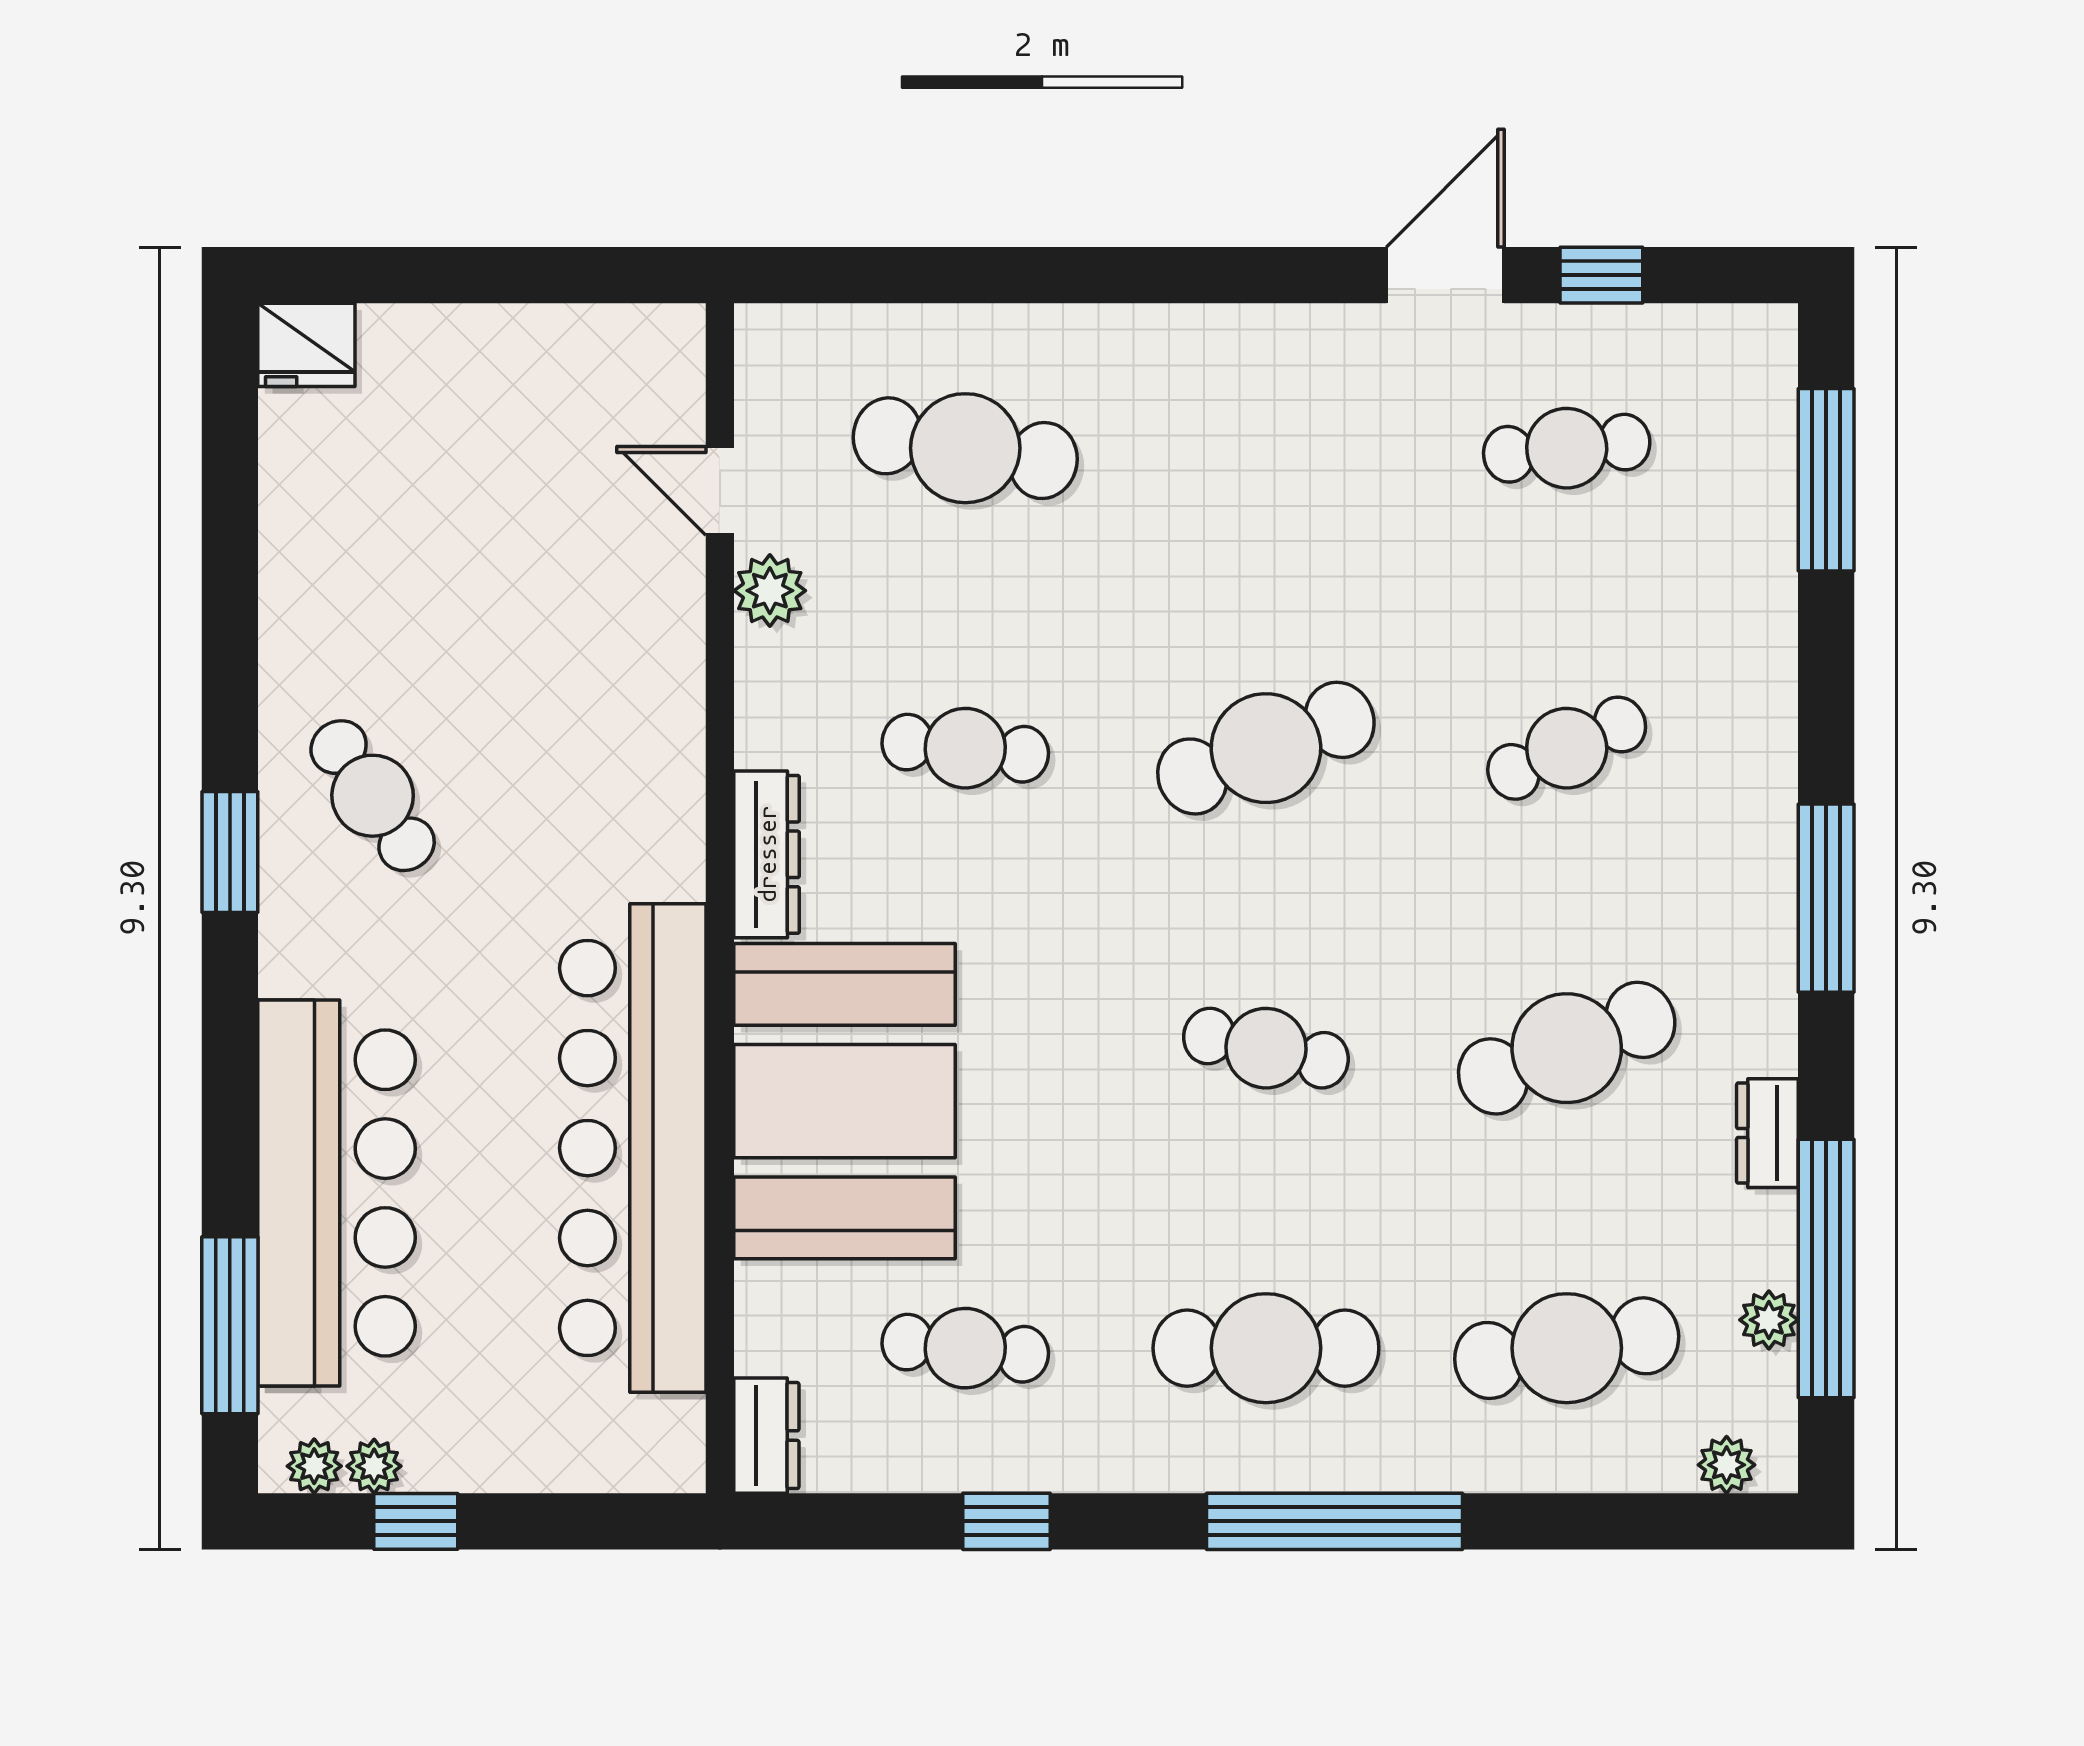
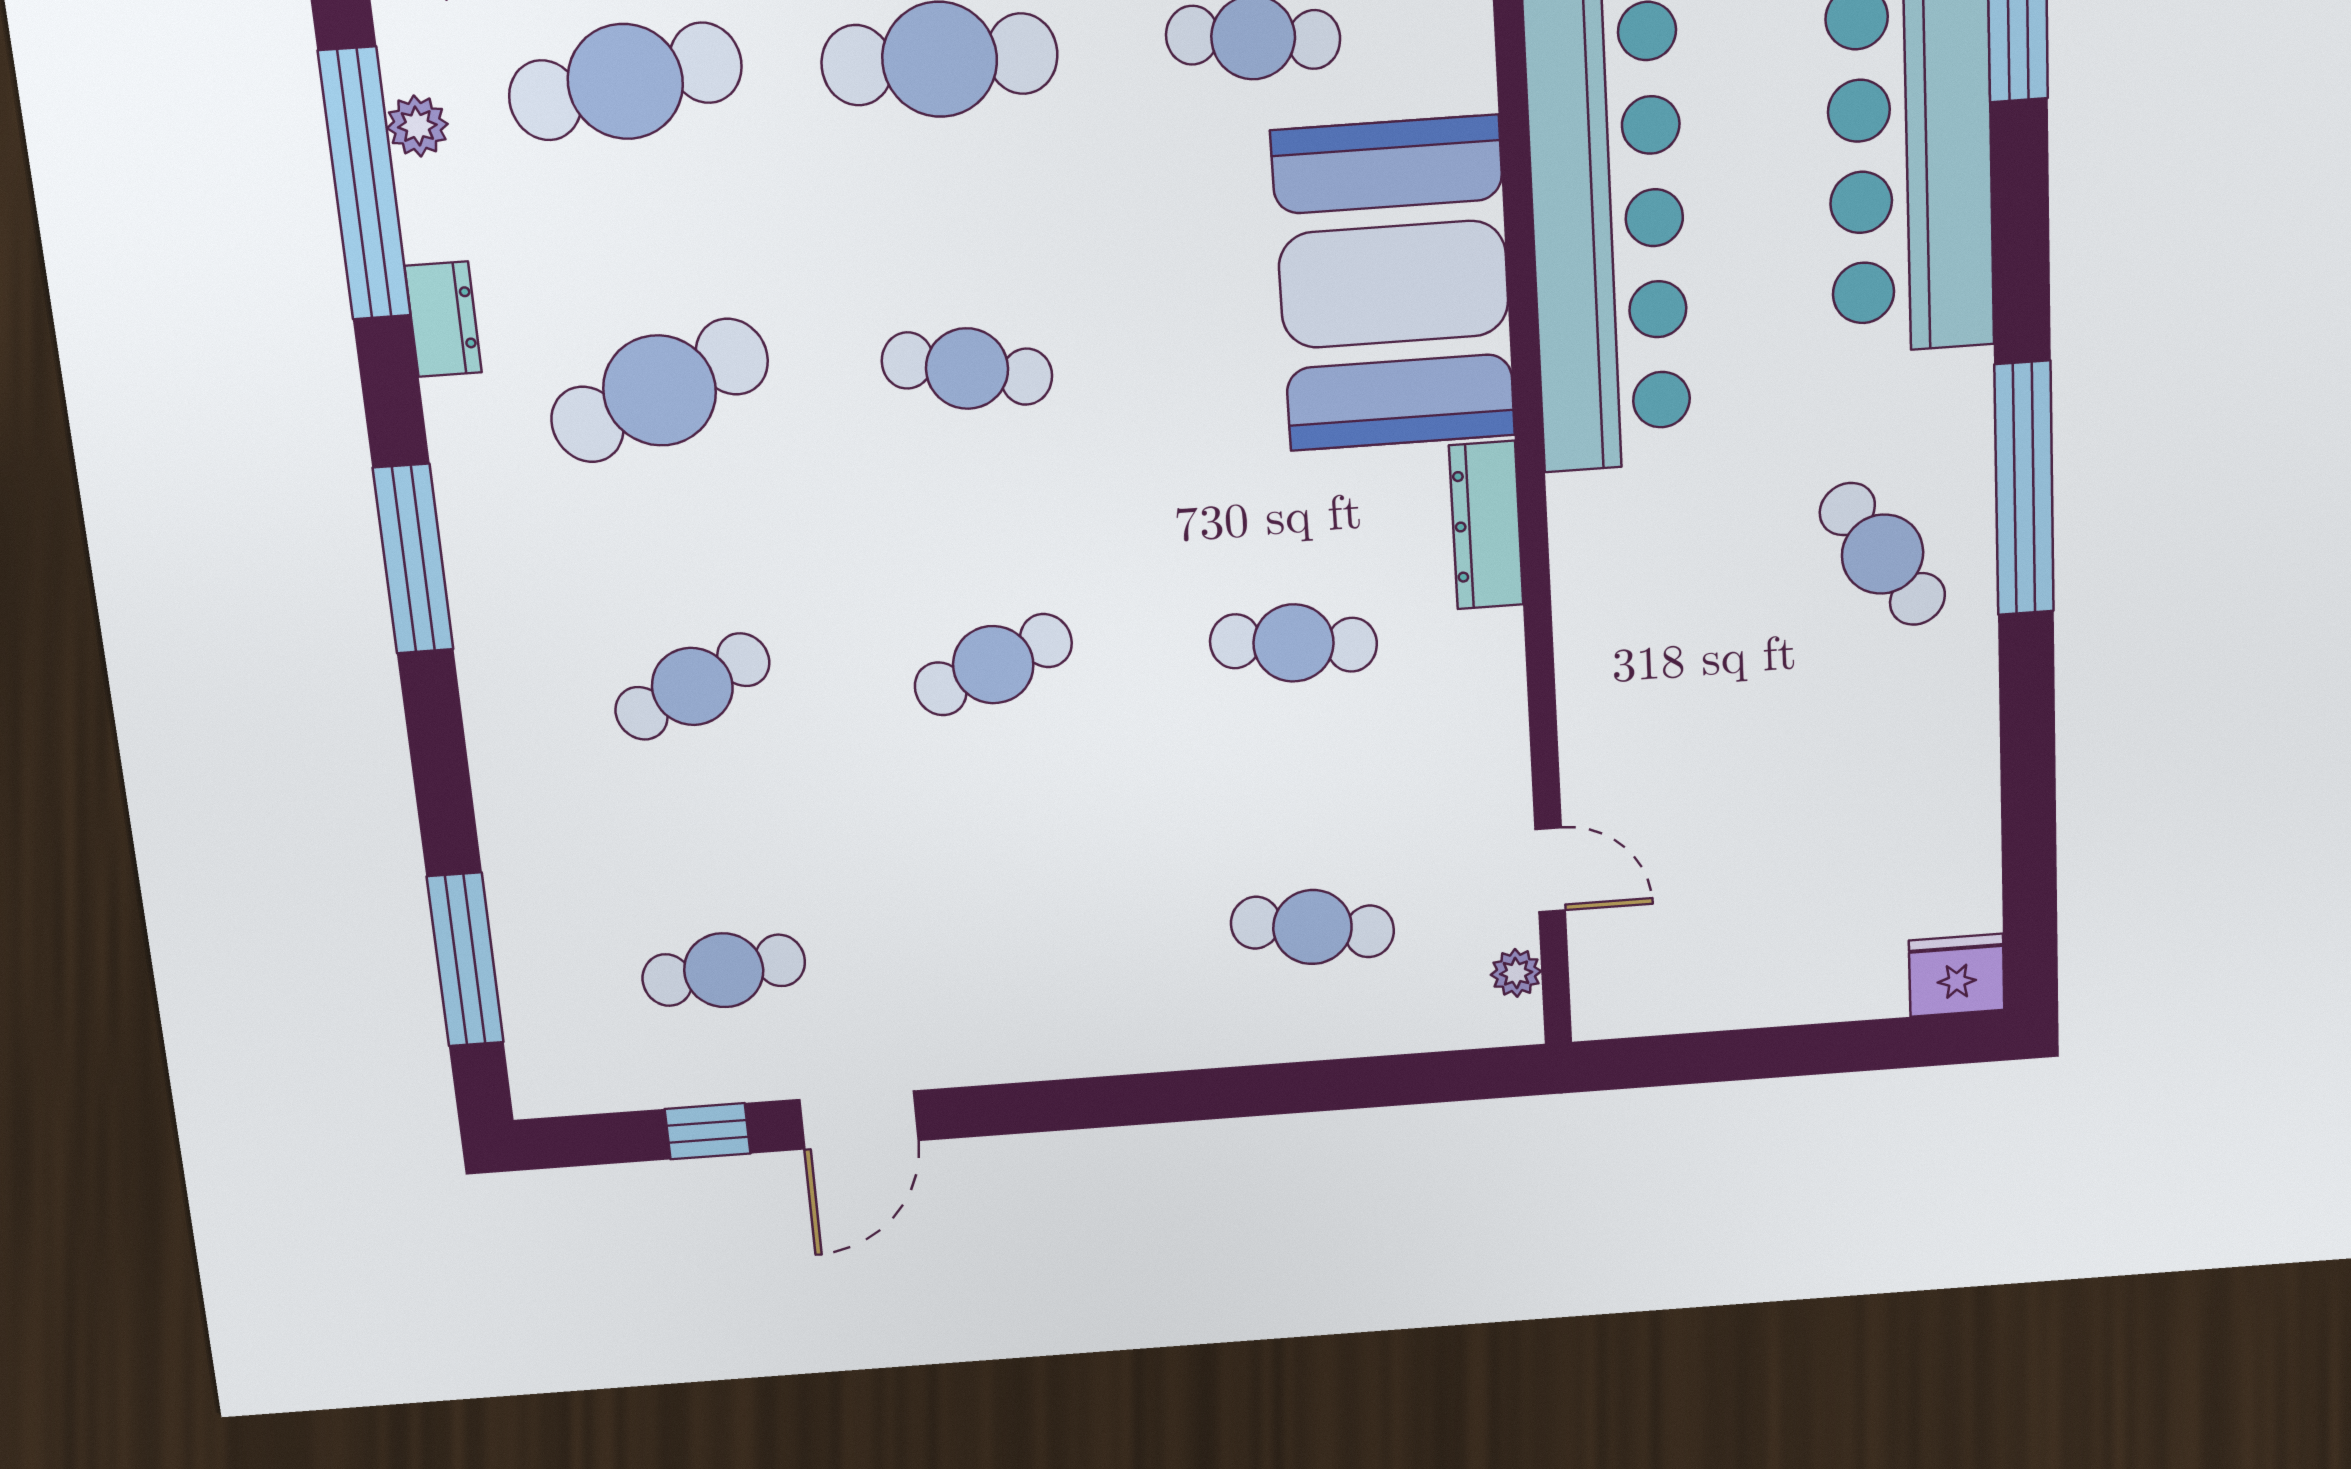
cafe table: (965, 448) -> (1312, 927), width x0.73, depth x0.74
plant: (770, 591) -> (1516, 973), moved, width x0.73, depth x0.73
cafe table: (1266, 748) -> (993, 665), width x0.73, depth x0.74
window: (230, 852) -> (2024, 489), width x2.11

